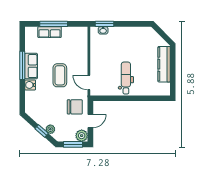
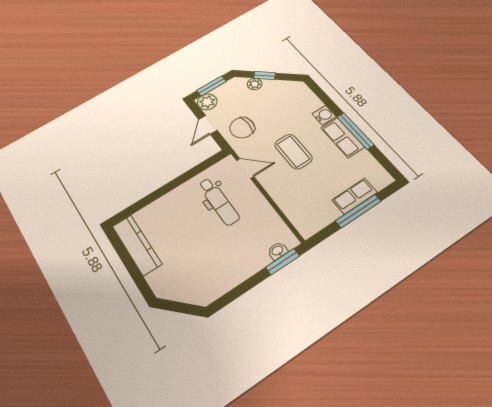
kitchen counter: (164, 64) -> (137, 245), moved
dental chair: (126, 78) -> (219, 201), moved

